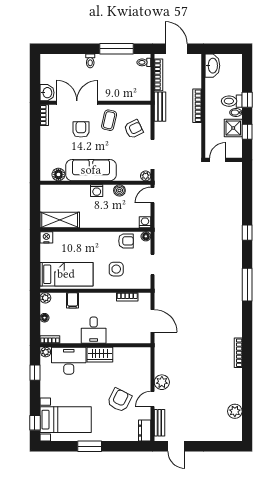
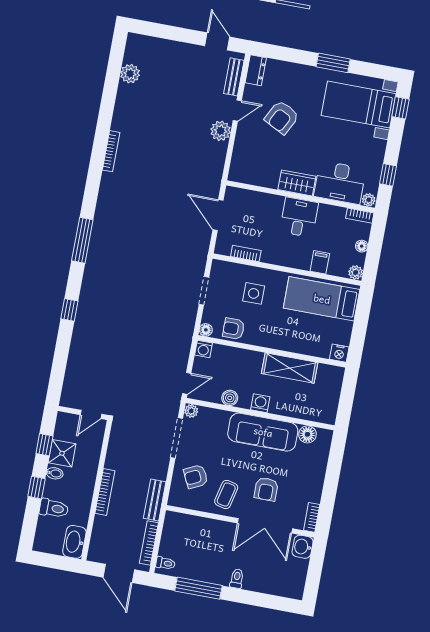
toilet: (232, 101) -> (54, 508), moved
shelving: (60, 220) -> (290, 368), moved

